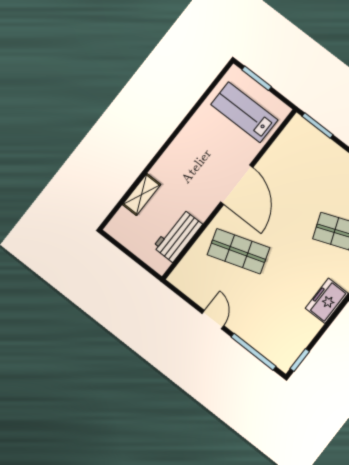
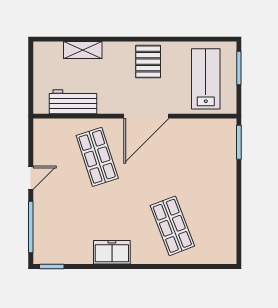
pallet: (193, 148) -> (148, 62), added

